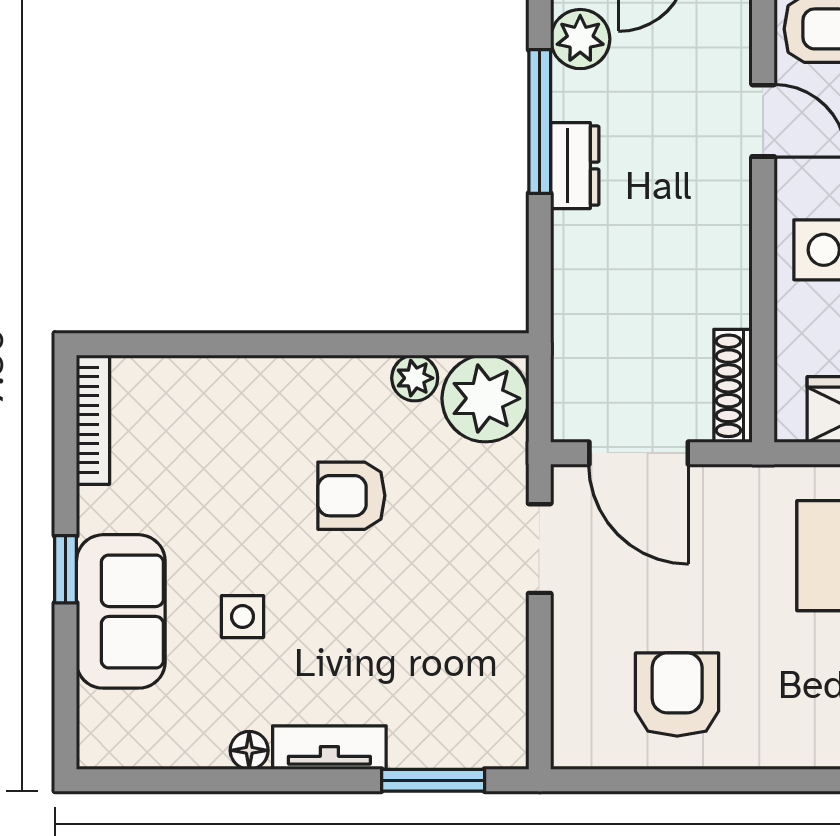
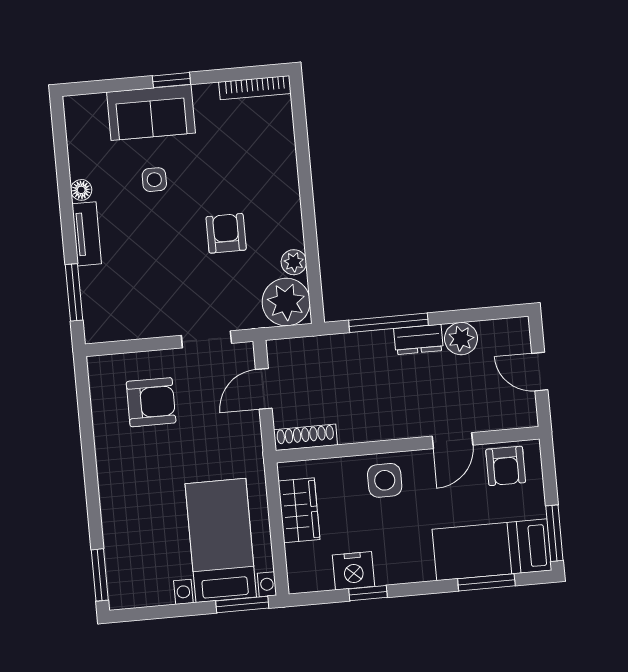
plant: (580, 39) -> (461, 339), moved
window: (540, 122) -> (388, 323), moved
door: (639, 453) -> (264, 389), width x0.73
armchair: (677, 695) -> (151, 402), moved

